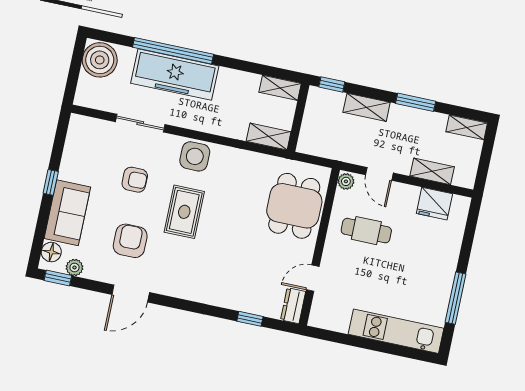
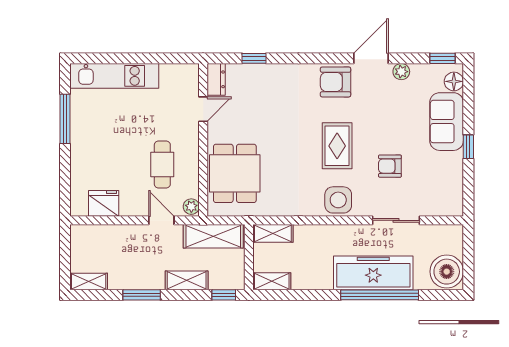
shelving: (432, 171) -> (213, 236), moved, width x1.50, depth x1.33
cafe table: (366, 231) -> (162, 164), turned 90
armchair: (130, 241) -> (336, 82), moved, turned 90
plant: (74, 267) -> (401, 72), moved

